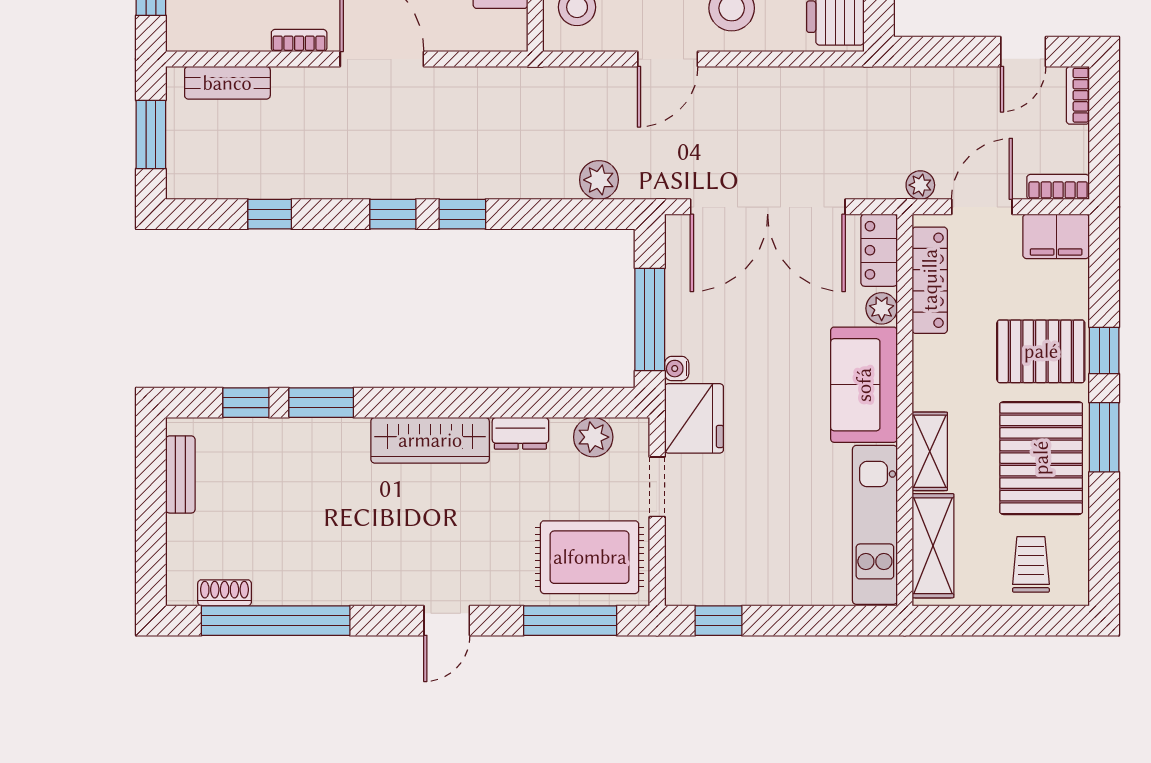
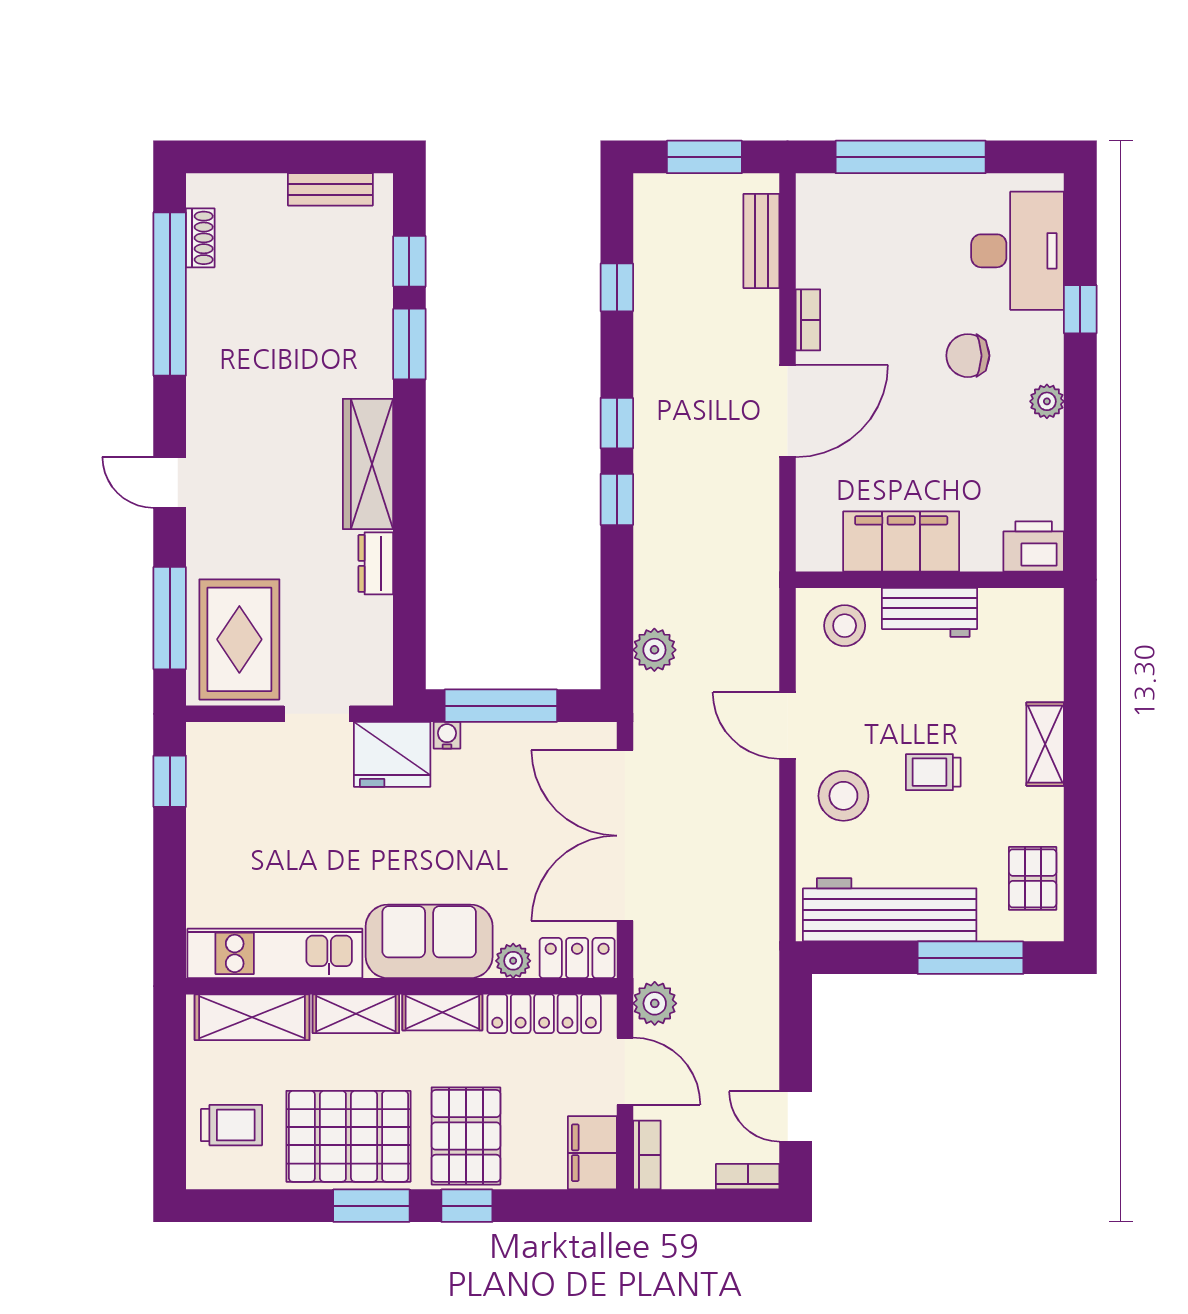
plant: (920, 185) -> (655, 1003), width x1.38, depth x1.38
shelving: (928, 373) -> (442, 1012), added
plant: (593, 437) -> (372, 643), removed

